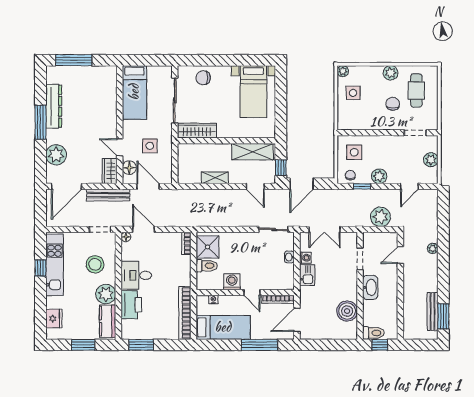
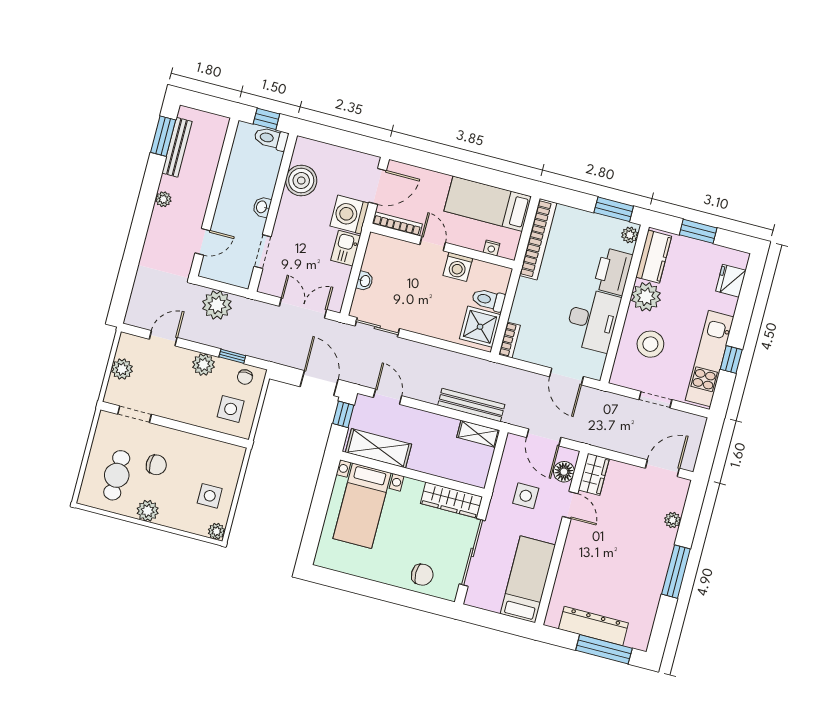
bed with nightstands: (253, 92) -> (362, 506), moved, turned 180
chair: (393, 104) -> (156, 465), turned -90
dresser: (54, 106) -> (593, 626), moved, turned 90
plant: (56, 155) -> (673, 520), width x0.53, depth x0.53
shelving: (215, 178) -> (478, 434), moved
door: (302, 184) -> (319, 383), hinge flipped
door: (66, 186) -> (662, 468), width x0.73
bench: (108, 195) -> (471, 405), moved
doorway: (100, 229) -> (655, 400), moved
floor lamp: (126, 237) -> (595, 372), removed
plant: (433, 248) -> (163, 199), moved
washing machine: (305, 258) -> (349, 215), moved, width x1.89, depth x1.89
desk: (136, 275) -> (593, 320), width x1.37
washbasin: (370, 287) -> (262, 207), width x0.52, depth x0.69
plant: (127, 331) -> (630, 235), added
window: (259, 345) -> (442, 164), removed

